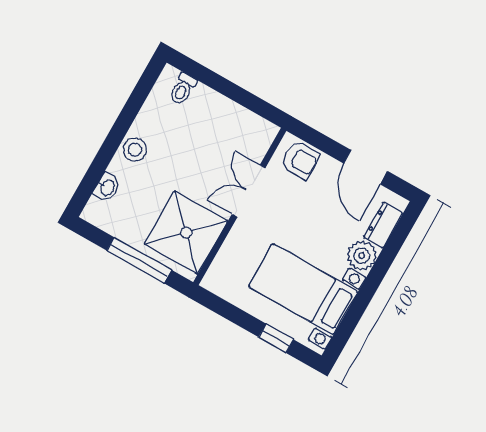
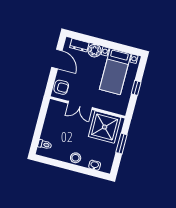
armchair: (300, 160) -> (61, 87), turned 90
door: (366, 167) -> (57, 59), hinge flipped
window: (139, 260) -> (121, 144), width x0.69
window: (276, 338) -> (136, 88), moved

